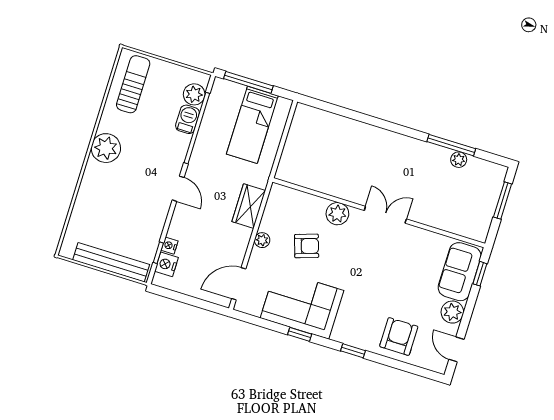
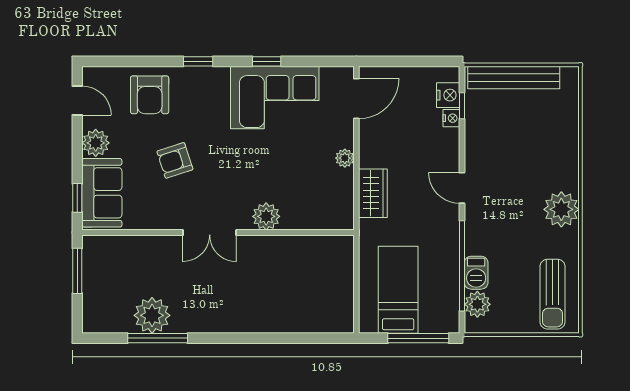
plant: (459, 160) -> (152, 315), width x1.88, depth x1.88
window: (503, 201) -> (77, 271), moved
armchair: (307, 246) -> (175, 160), moved

